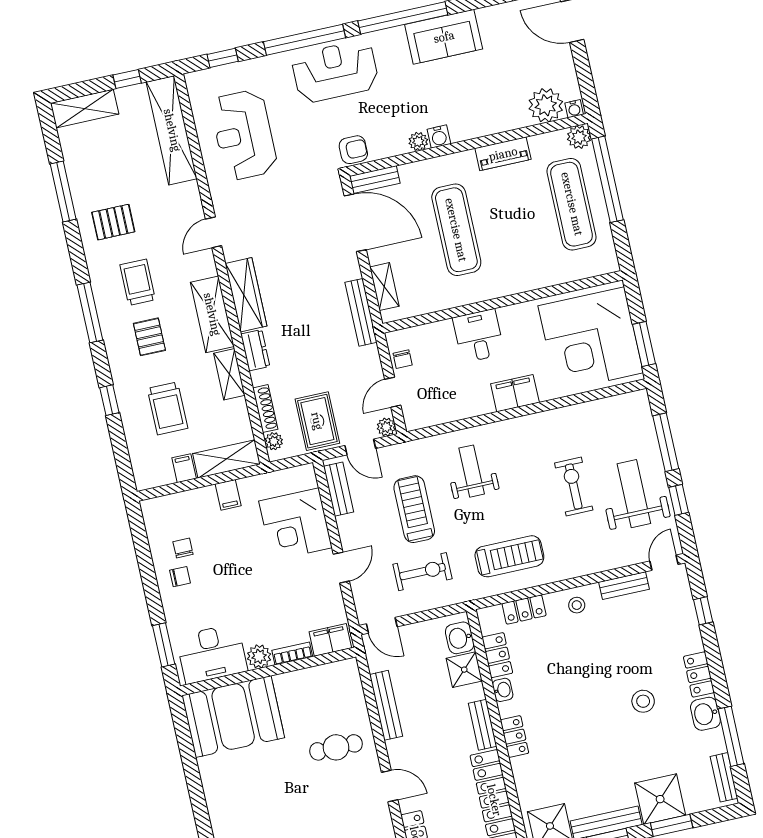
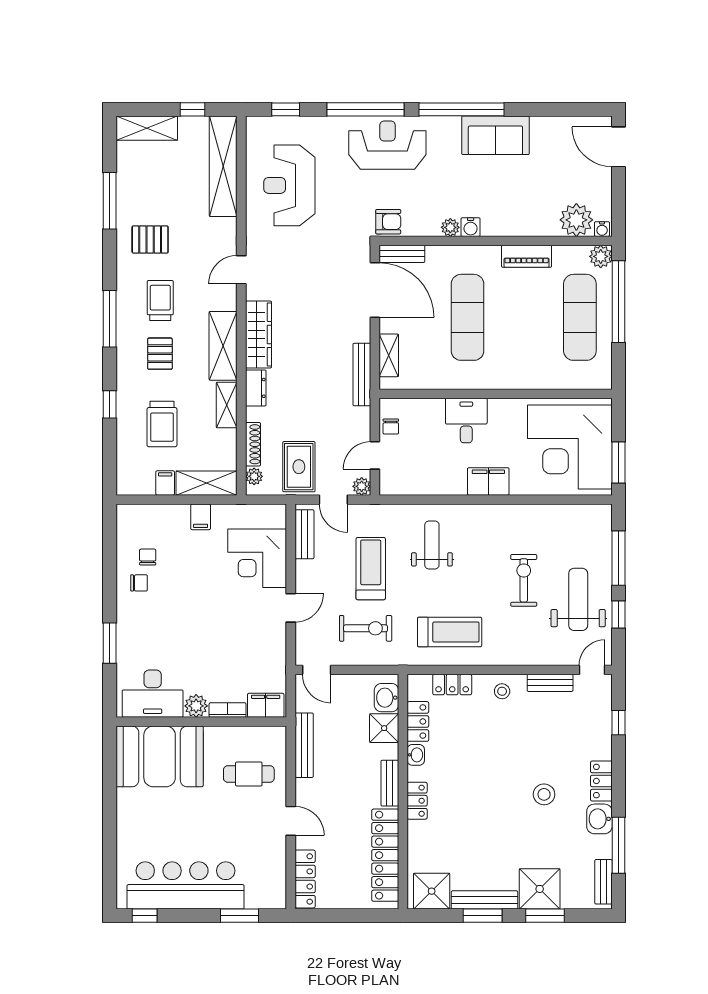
filing cabinet: (330, 640) -> (266, 705), moved
desk: (212, 654) -> (153, 694), moved
bookcase: (292, 654) -> (228, 710), moved
plant: (259, 656) -> (196, 706), moved
wall: (268, 671) -> (201, 722), moved
booth: (233, 717) -> (160, 756), moved

